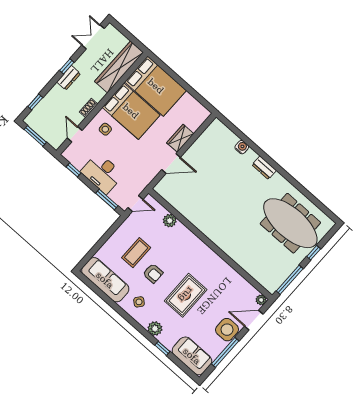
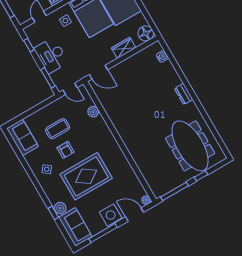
floor lamp: (200, 114) -> (146, 33), added
water cooler: (242, 147) -> (162, 56), moved
door: (171, 163) -> (99, 72), moved
sofa: (105, 280) -> (22, 137), width x0.73
rug: (186, 295) -> (86, 176), width x1.37, depth x1.44
plant: (155, 329) -> (60, 208), moved

